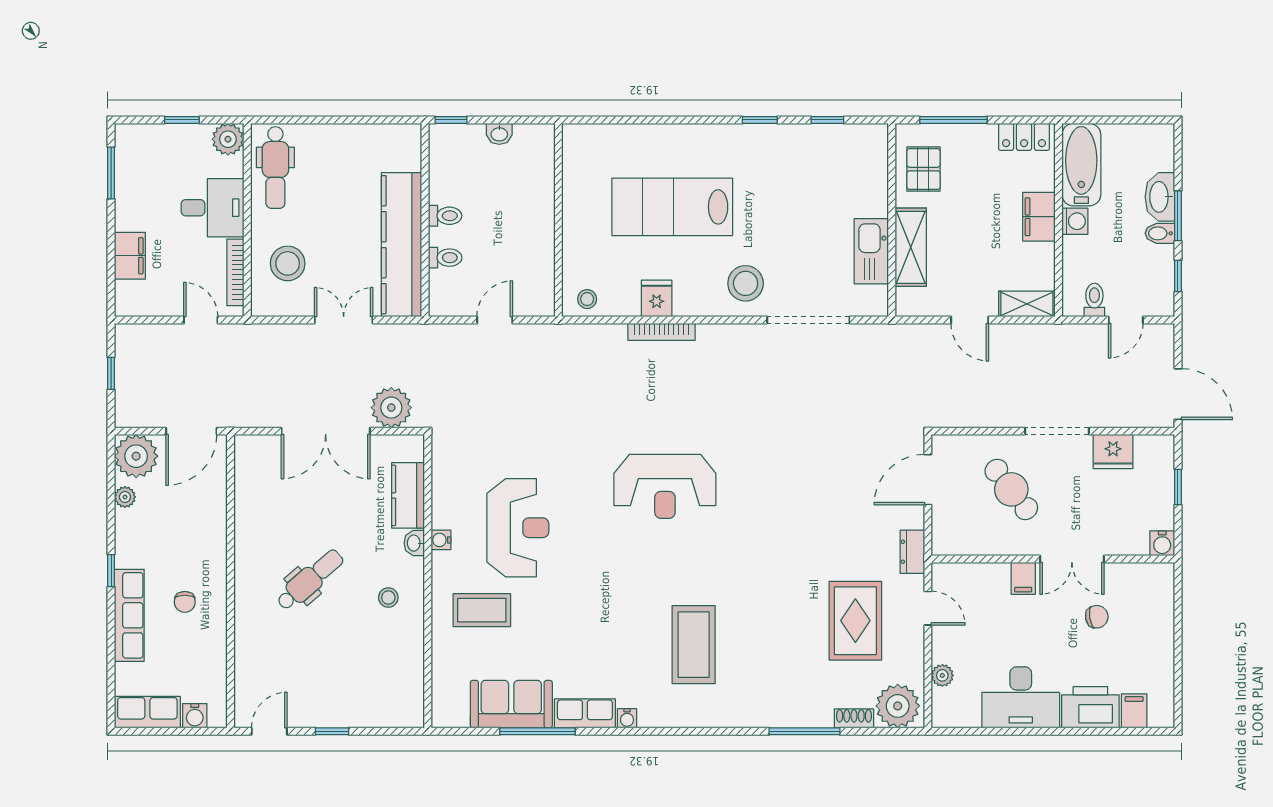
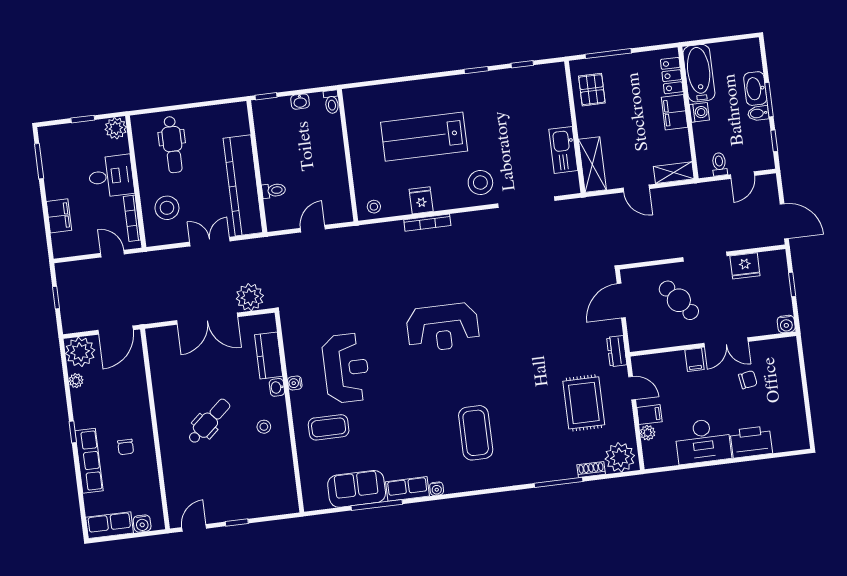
locker: (1024, 137) -> (672, 76), moved, turned 90
dental chair: (275, 168) -> (172, 145), moved
toilet: (445, 216) -> (332, 102), moved, turned 90
shelving: (911, 247) -> (592, 165), moved
filing cabinet: (1134, 711) -> (649, 415), moved, turned 90

